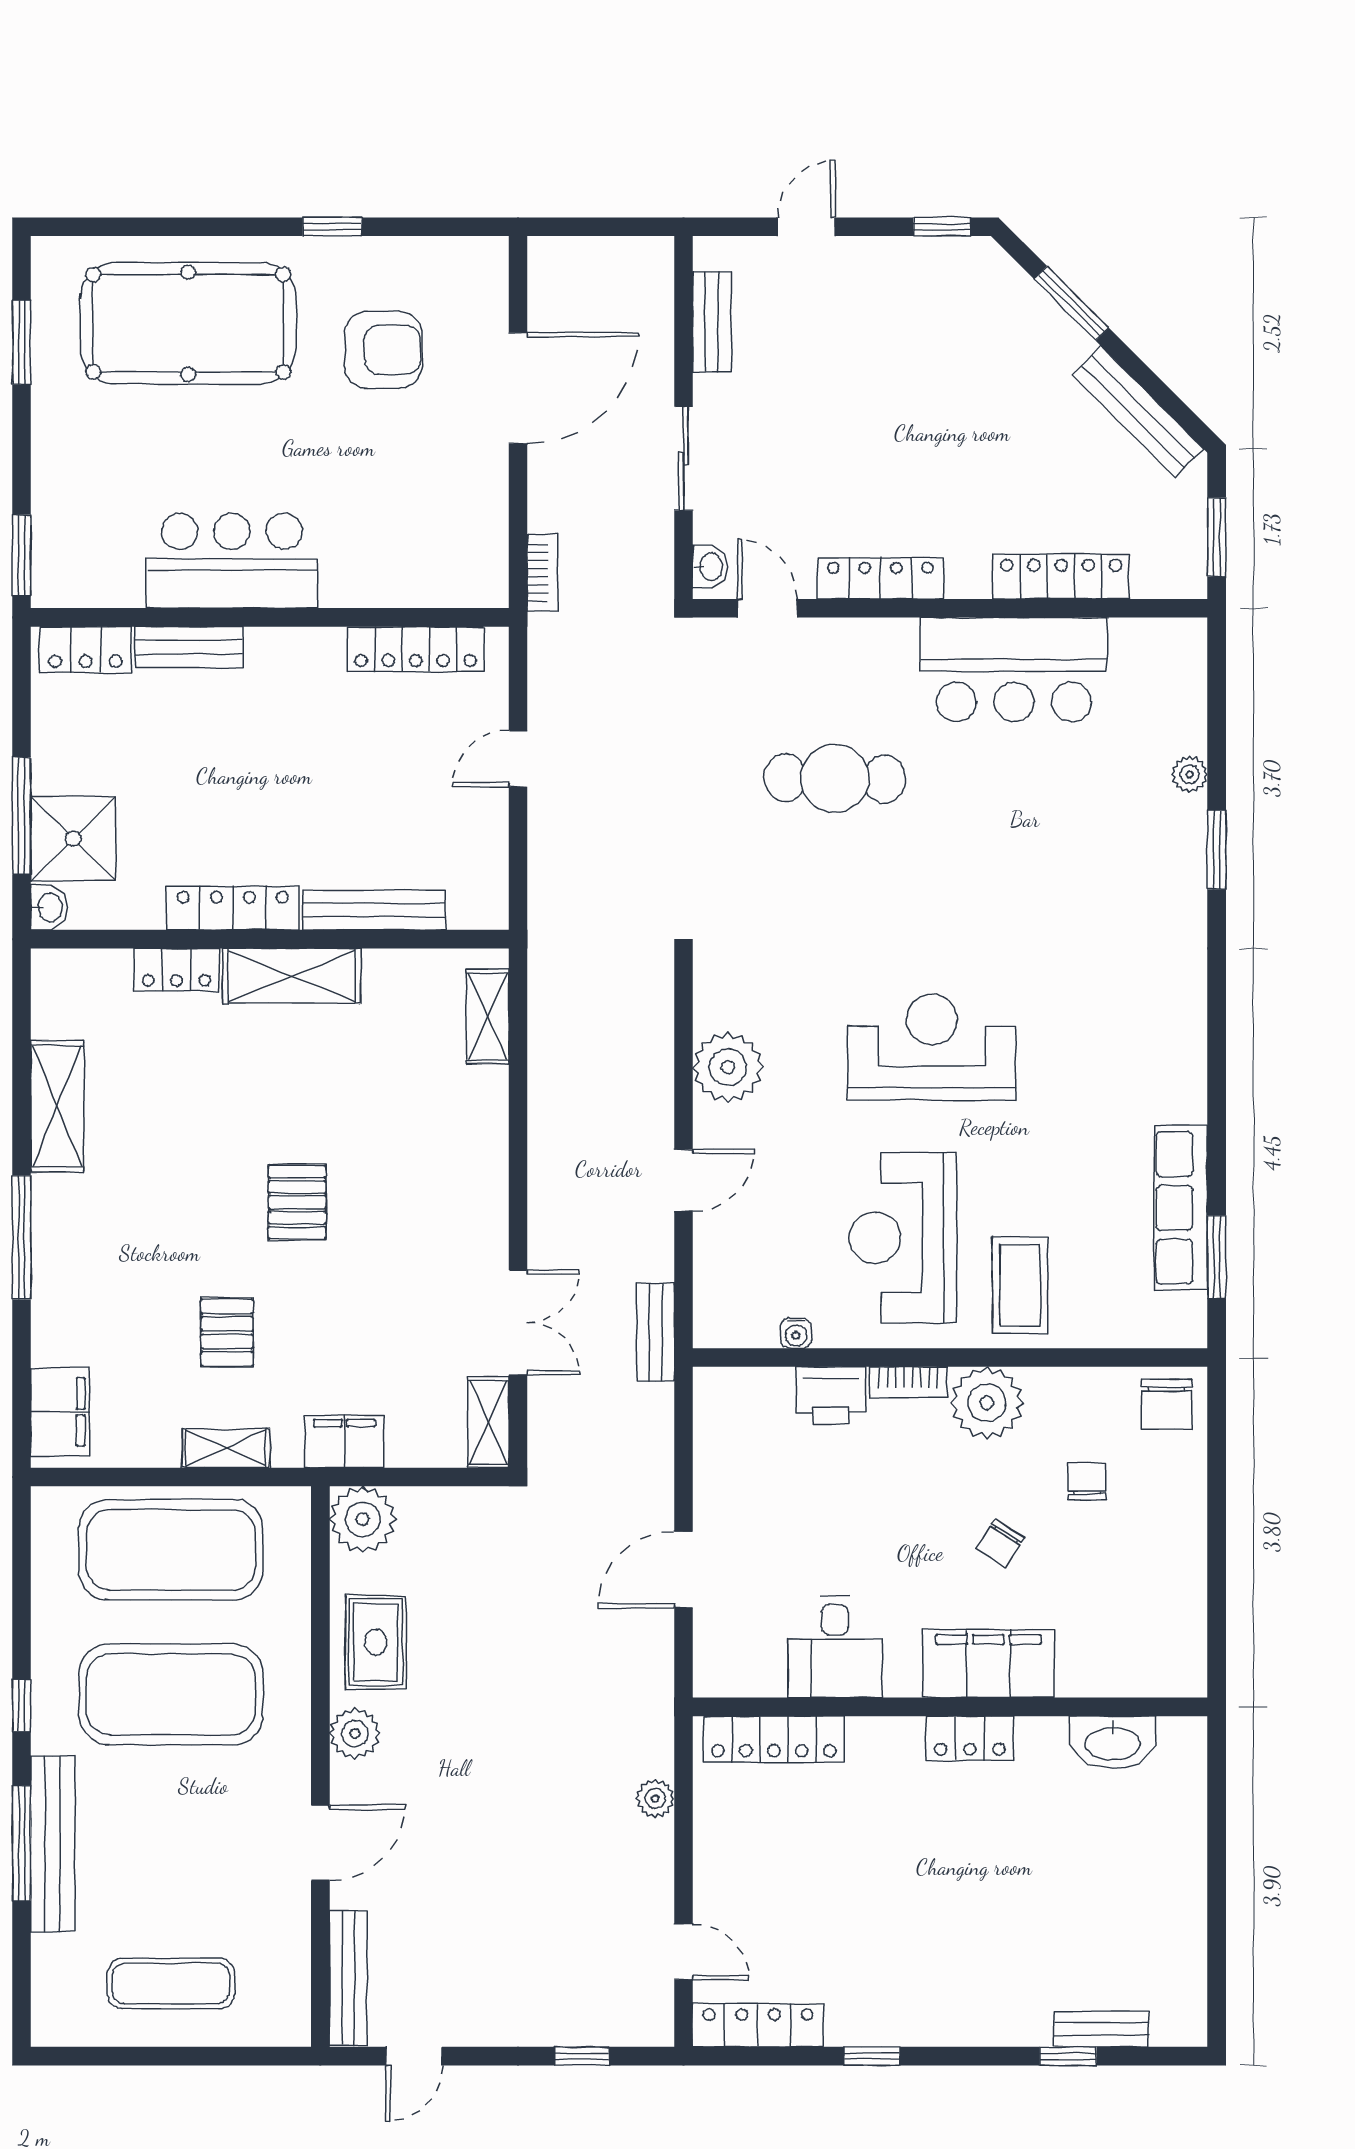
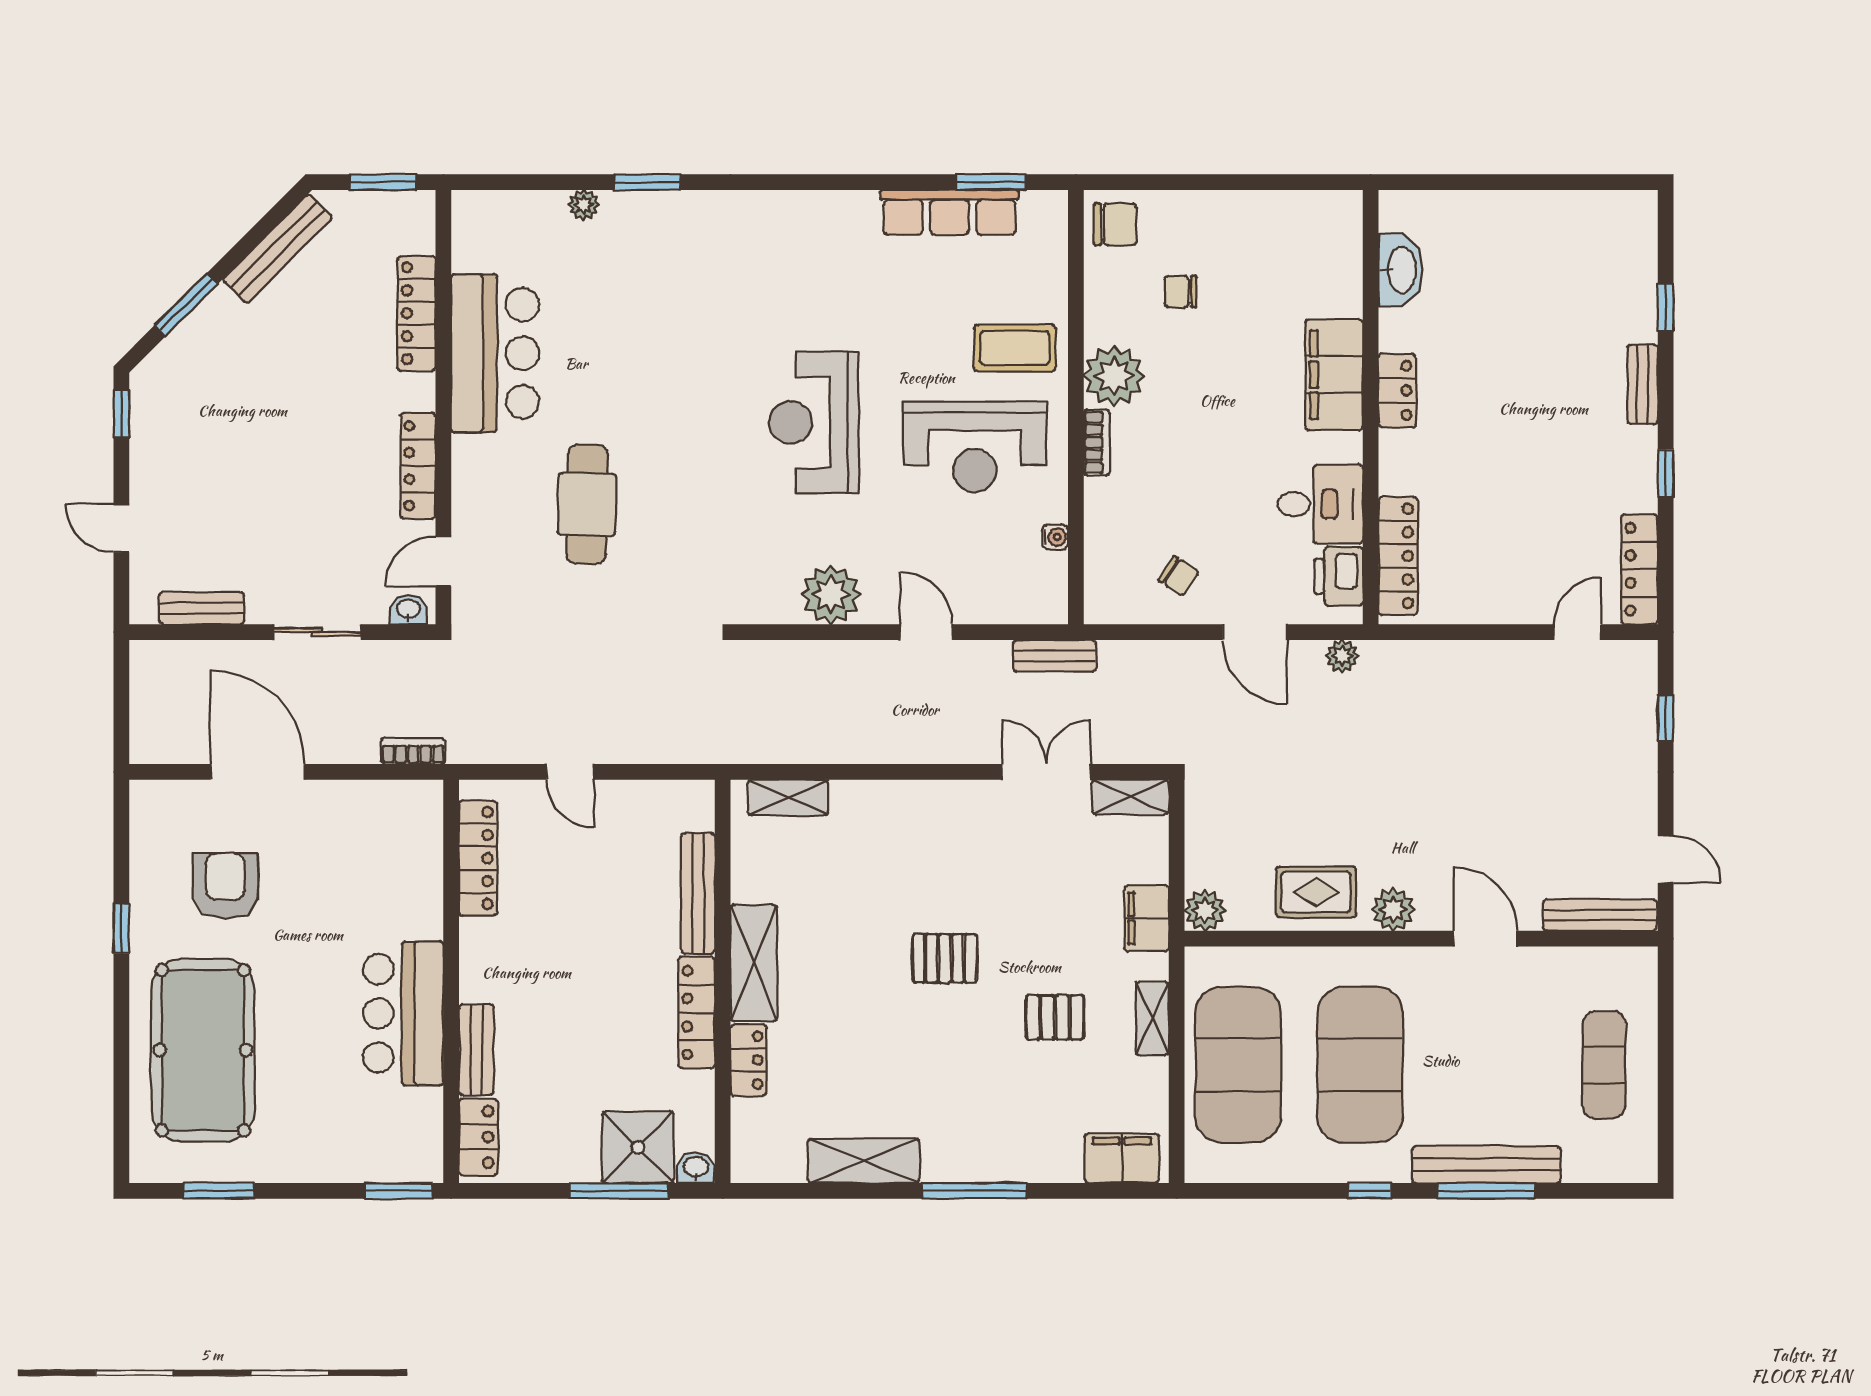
printer: (831, 1395) -> (1339, 576), moved, turned 180
plant: (363, 1519) -> (1205, 910), width x0.73, depth x0.73
chair: (1000, 1543) -> (1179, 576), moved
plant: (655, 1798) -> (1342, 656), moved
bench: (1101, 2029) -> (1643, 384), moved

